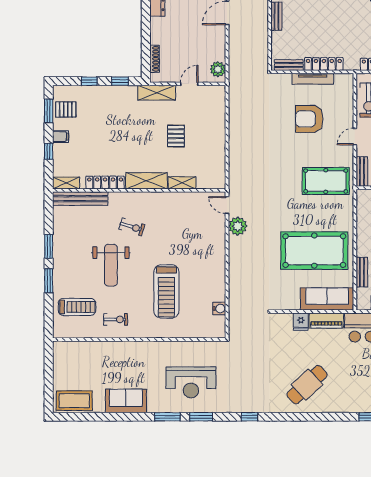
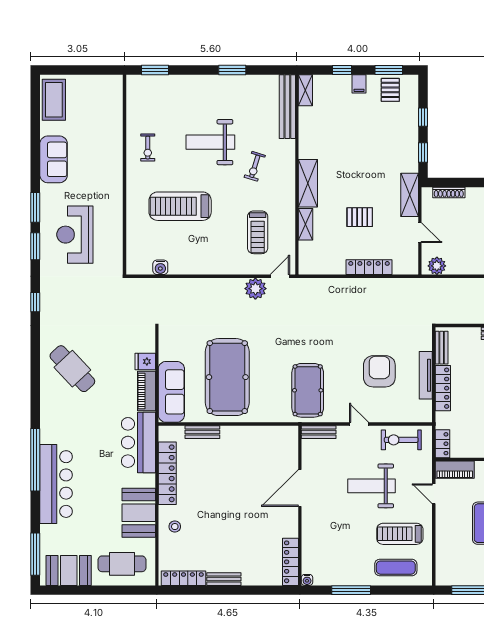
locker: (105, 183) -> (369, 267), moved, turned -90
window: (49, 281) -> (155, 70), moved
treadmill: (77, 307) -> (258, 232), moved

